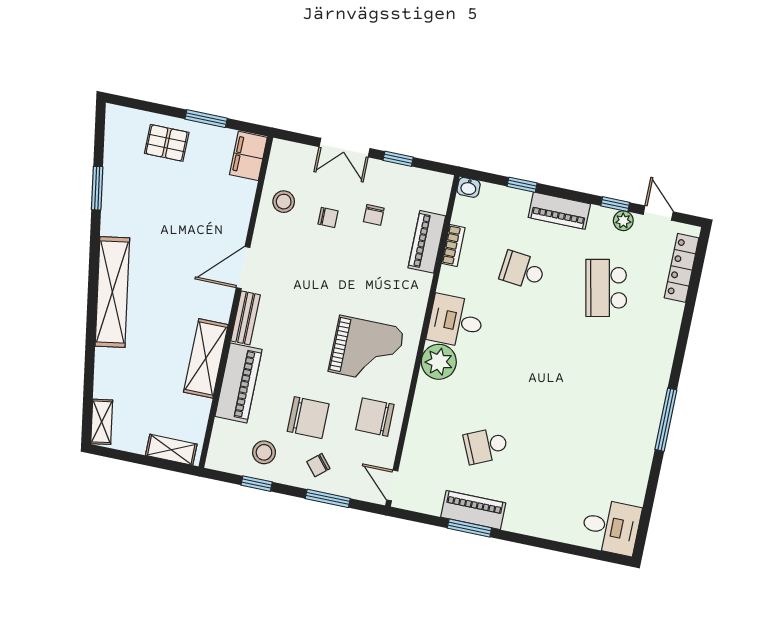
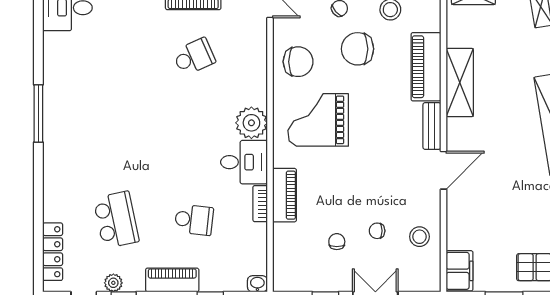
piano: (427, 242) -> (284, 195), moved
bookcase: (453, 246) -> (260, 204), moved

